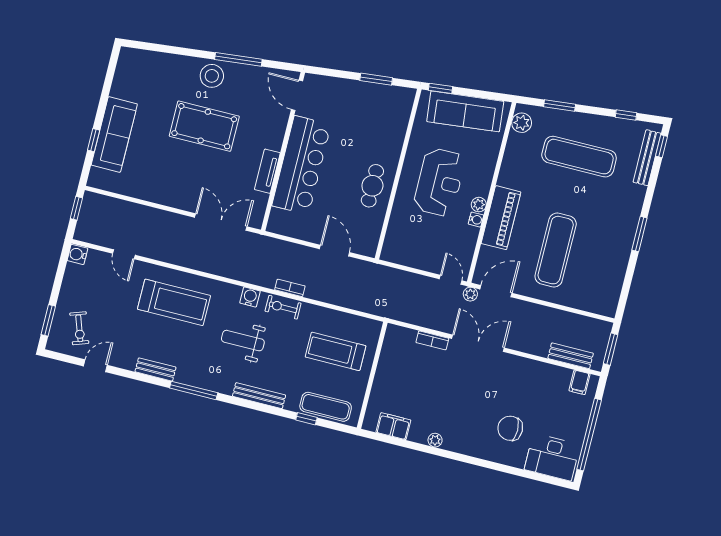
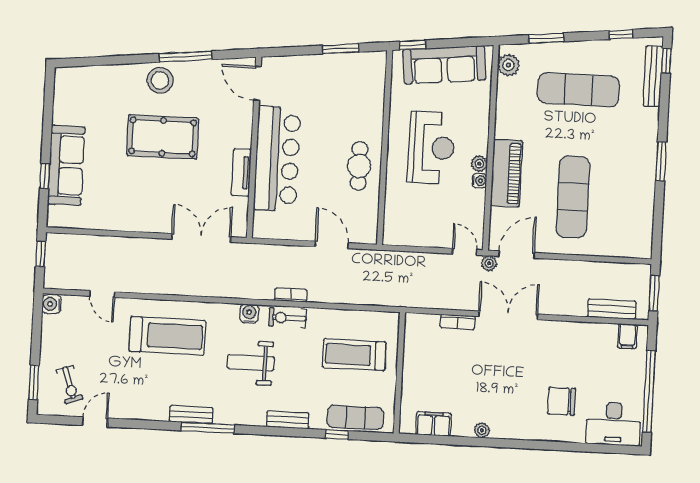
bench: (155, 369) -> (191, 415), moved
bench: (259, 396) -> (288, 420), width x0.73

